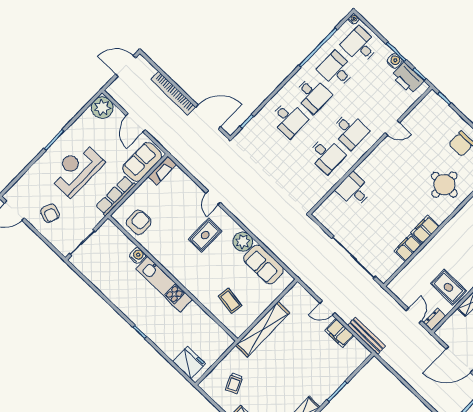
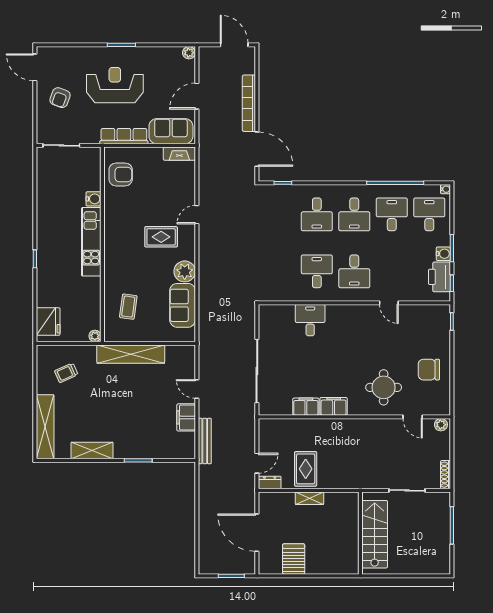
plant: (102, 108) -> (189, 53), width x0.53, depth x0.53
desk: (326, 155) -> (317, 271), turned 180
plant: (228, 341) -> (95, 336), added

